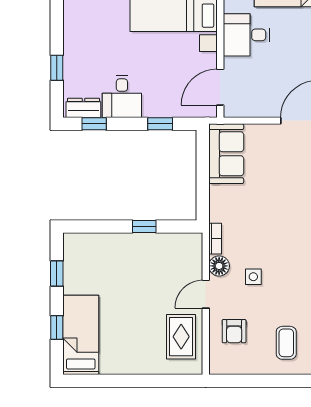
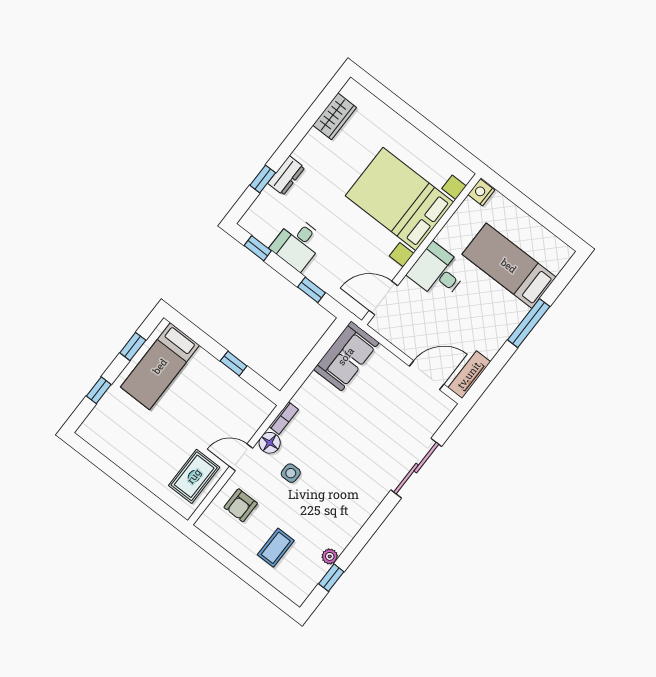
dresser: (83, 108) -> (286, 175), moved, turned 90
bed: (81, 335) -> (160, 366), moved, turned 180

